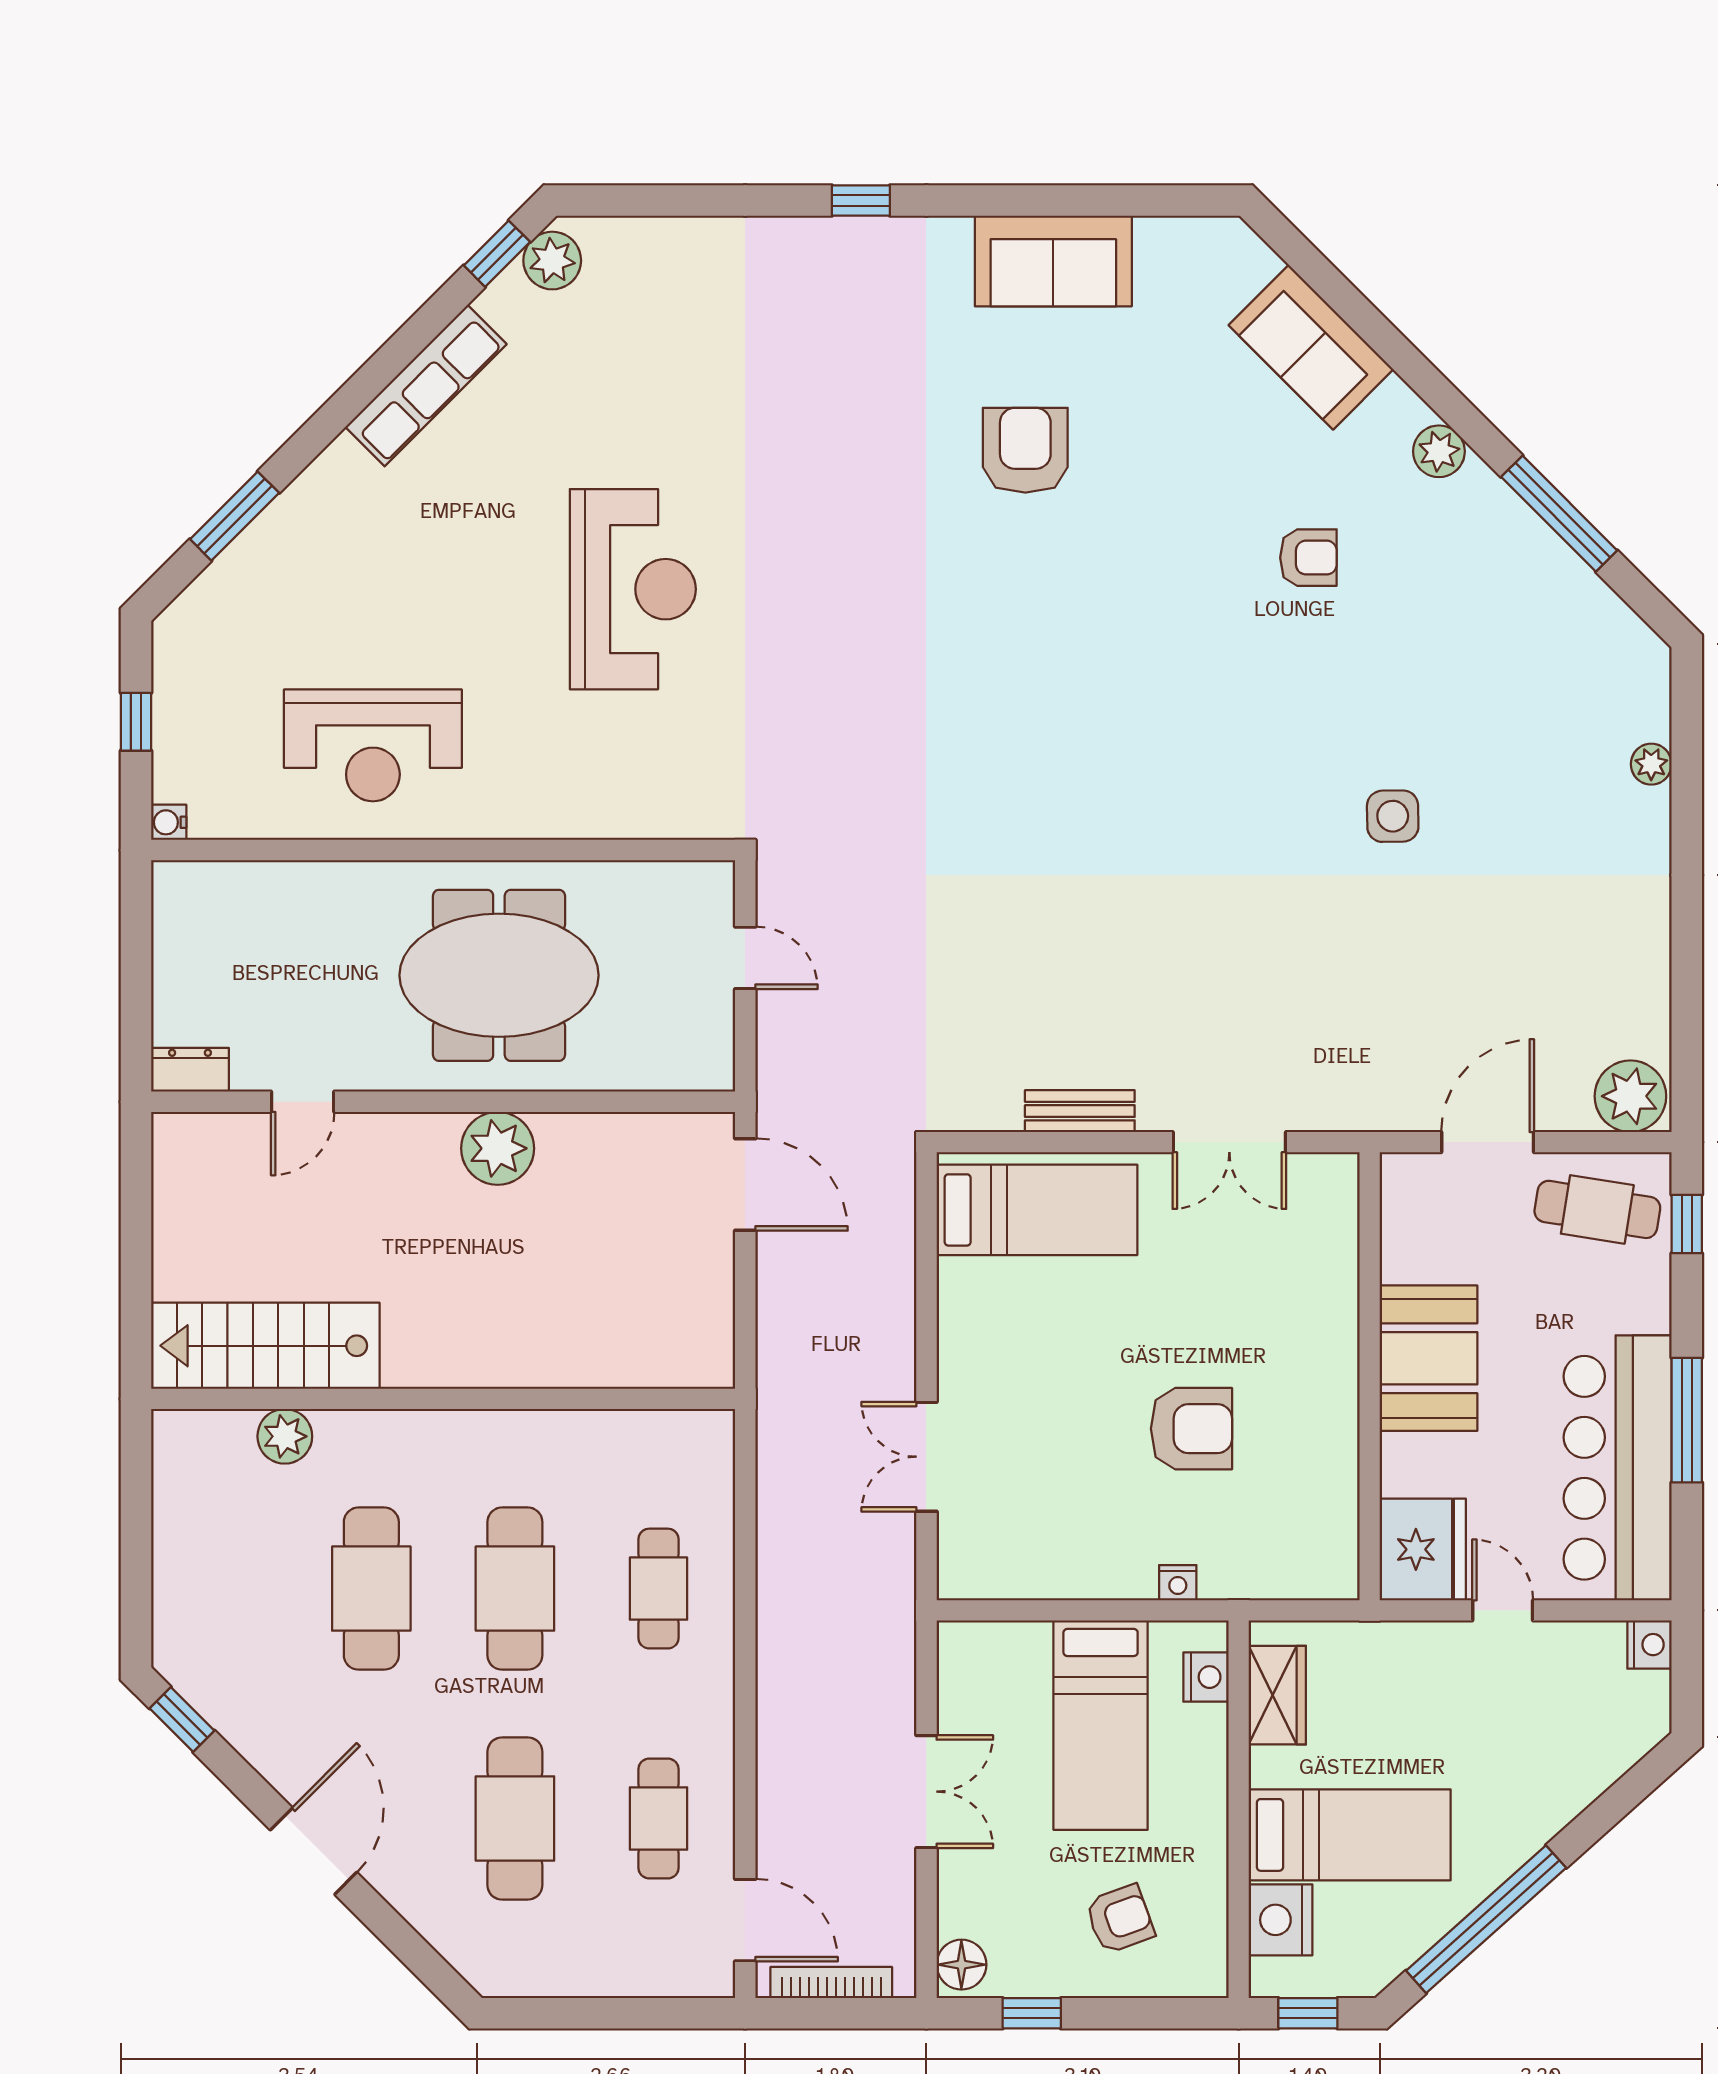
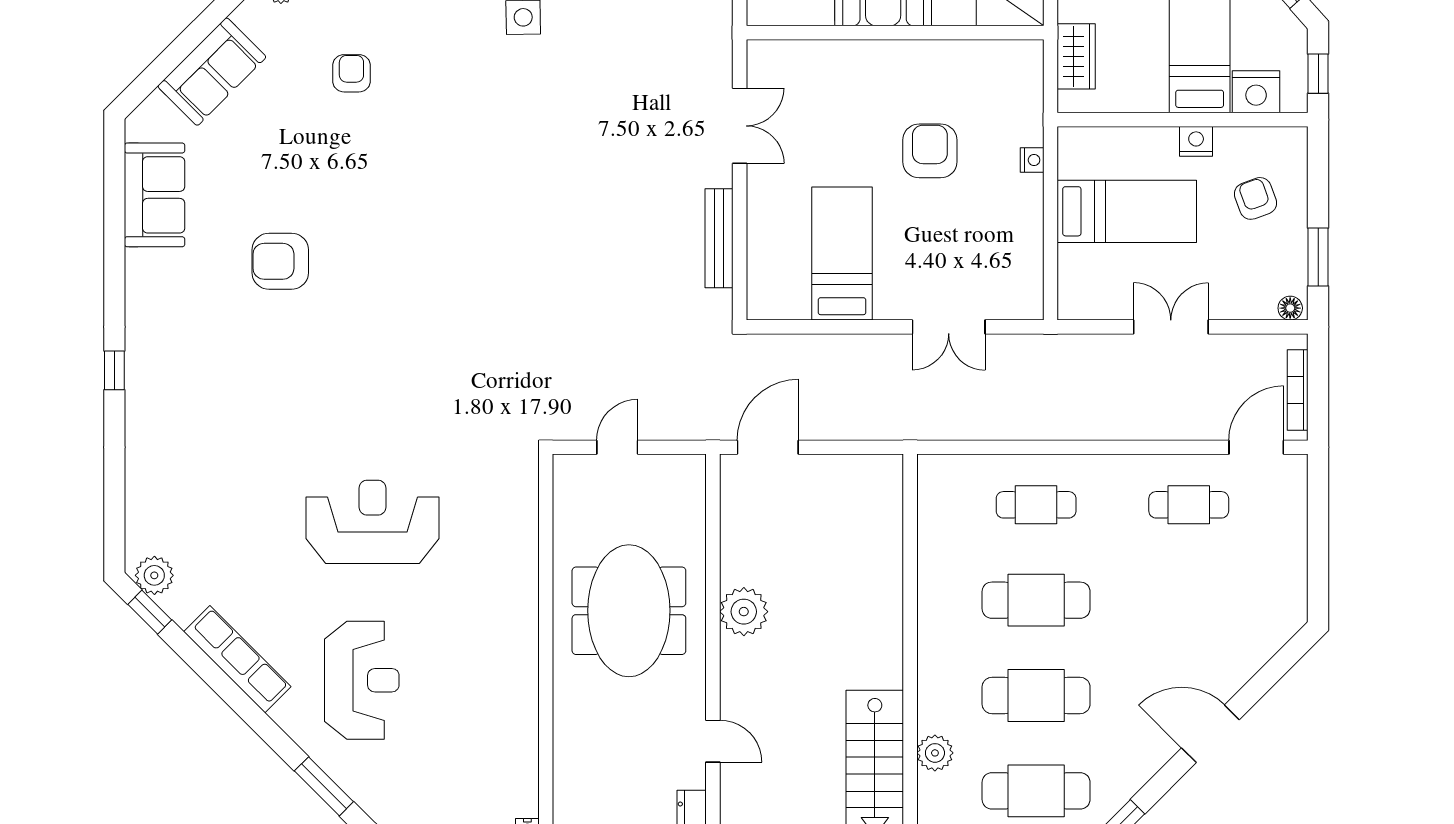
sofa: (1053, 261) -> (155, 195), moved
reception desk: (373, 745) -> (362, 680), moved
bench: (1080, 1111) -> (719, 238), width x1.36
bed: (1037, 1210) -> (842, 254), moved
nightstand: (1206, 1677) -> (1196, 141), moved
wardrobe: (1277, 1695) -> (1076, 56), moved, turned 90
cafe table: (515, 1818) -> (1036, 791), moved
floor lamp: (961, 1965) -> (1290, 308), width x0.73, depth x0.73
window: (1032, 2013) -> (1318, 257), width x1.50

